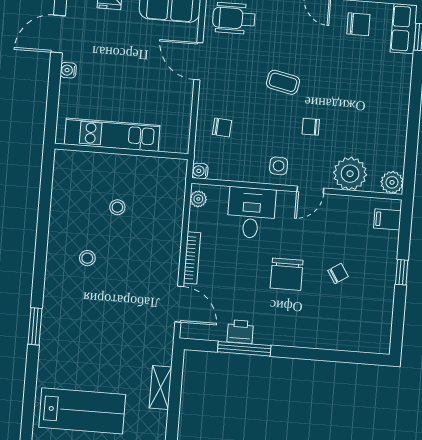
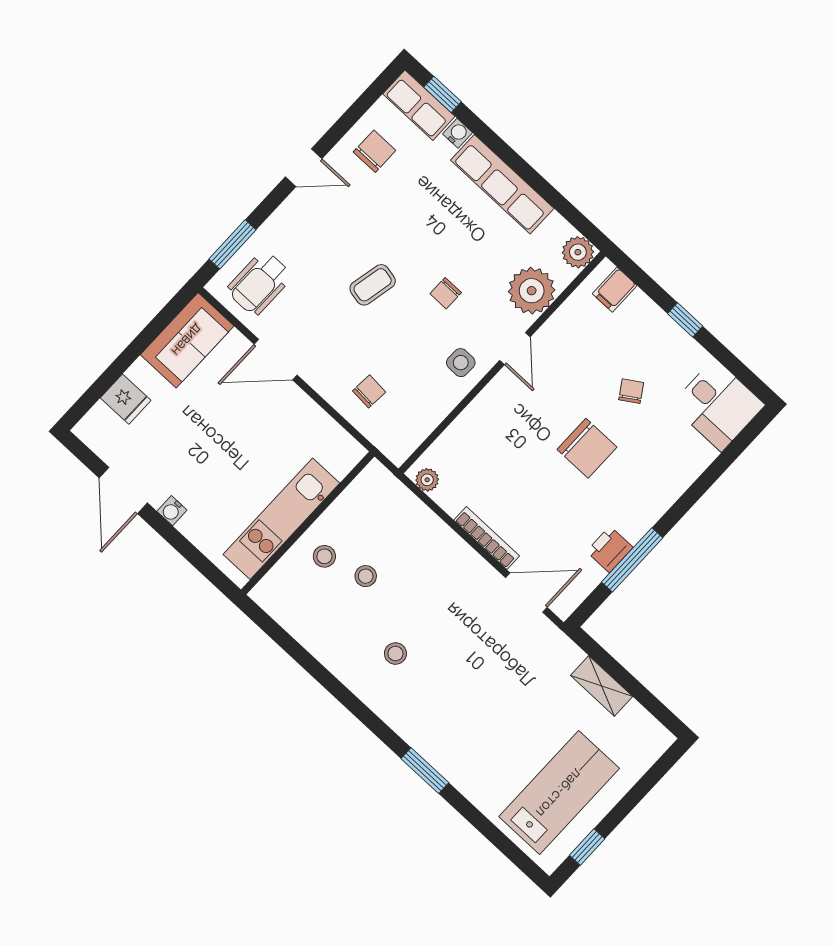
row of seats: (396, 110) -> (502, 184), added
water cooler: (200, 171) -> (458, 133), moved, turned 180
stool: (110, 175) -> (324, 556), added
desk: (251, 213) -> (718, 405), moved, turned 180

